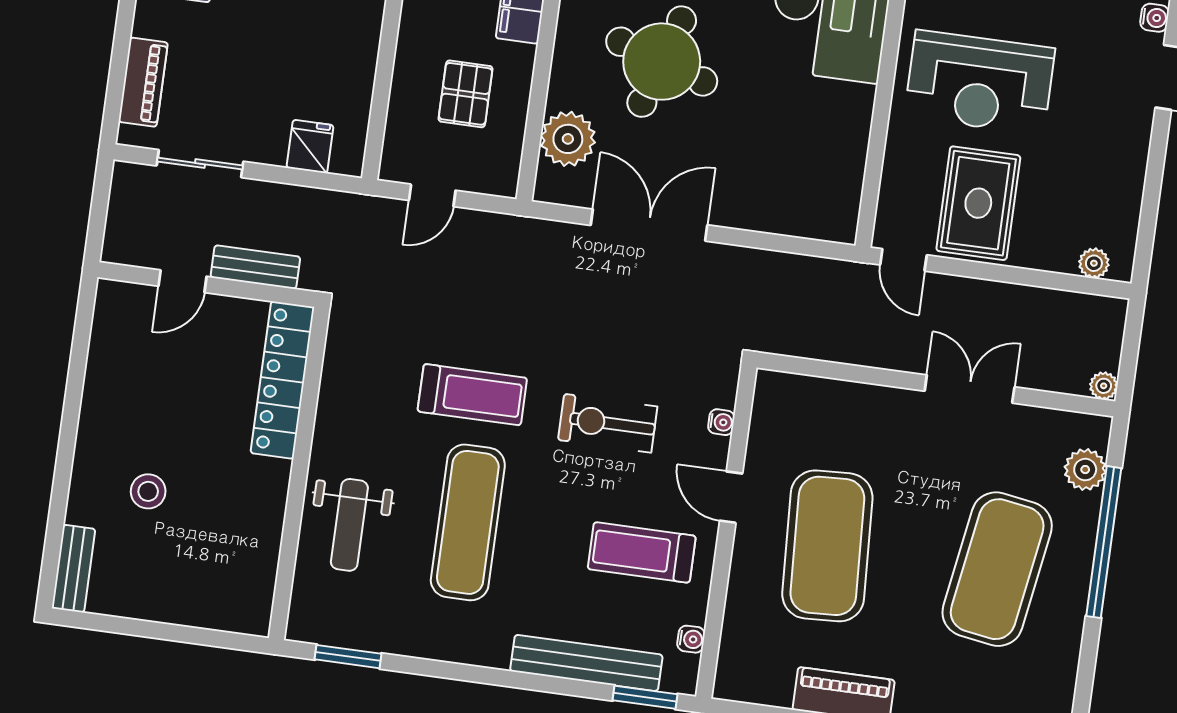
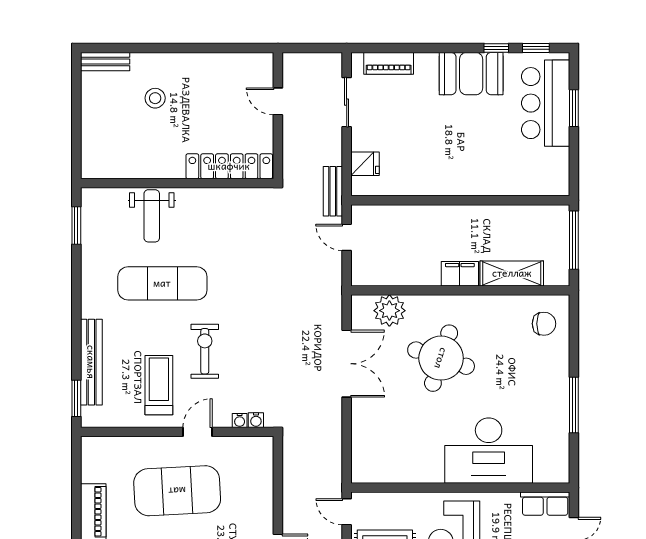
pallet: (466, 94) -> (407, 248), removed
door: (903, 260) -> (347, 512), hinge flipped
bench: (255, 267) -> (333, 191), moved
treadmill: (472, 395) -> (236, 276), removed
exercise bike: (608, 423) -> (205, 351), moved
weight bench: (349, 525) -> (152, 216), turned -90
water cooler: (691, 639) -> (256, 420), moved

